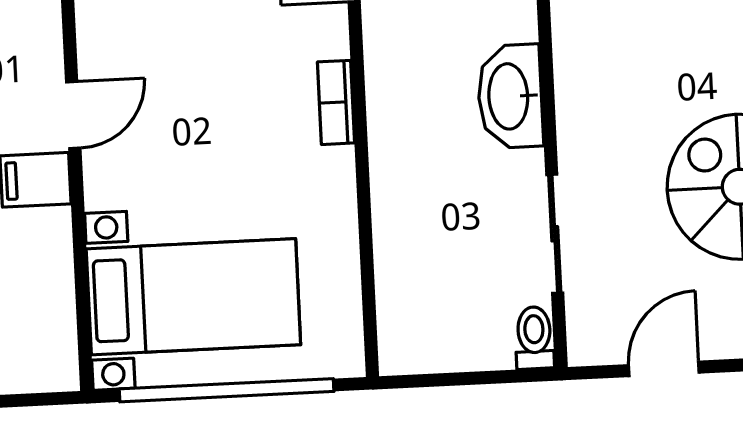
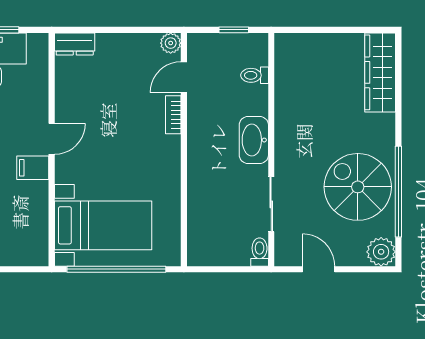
bookcase: (336, 102) -> (173, 115), moved
door: (664, 369) -> (319, 269), hinge flipped

